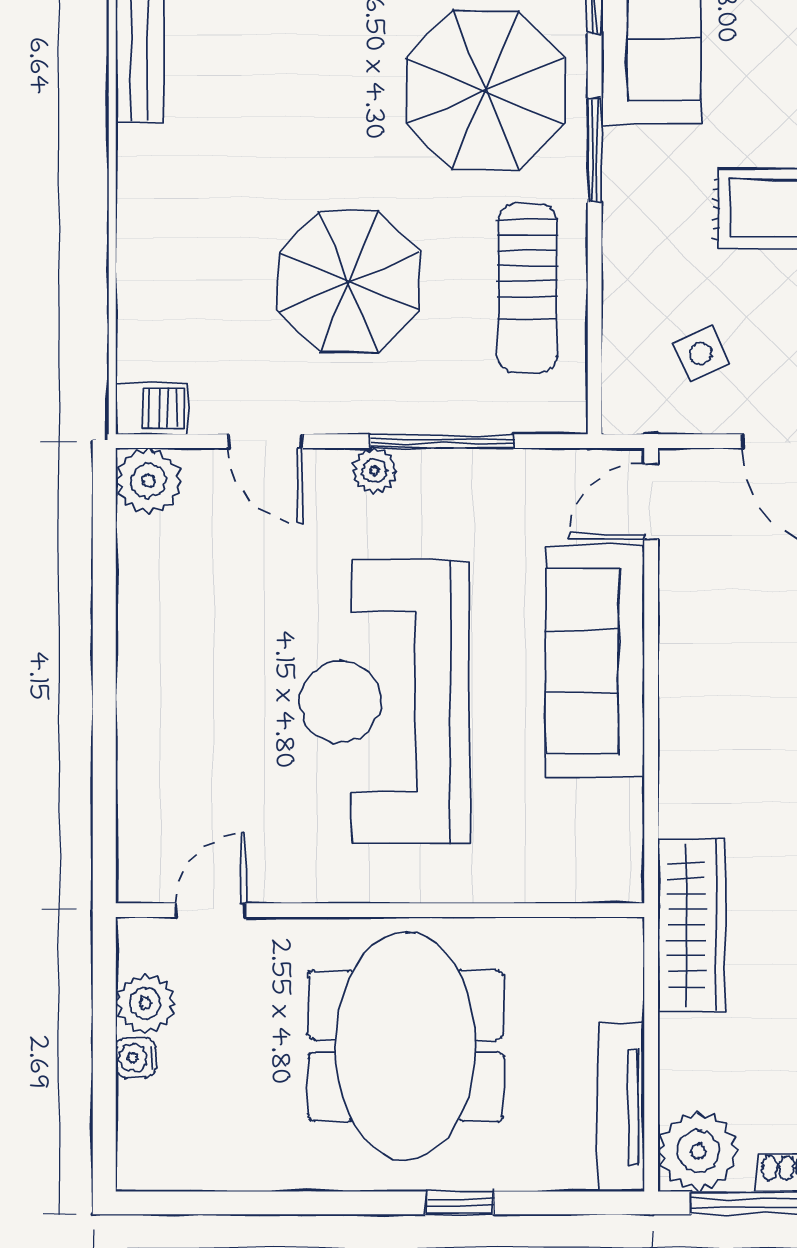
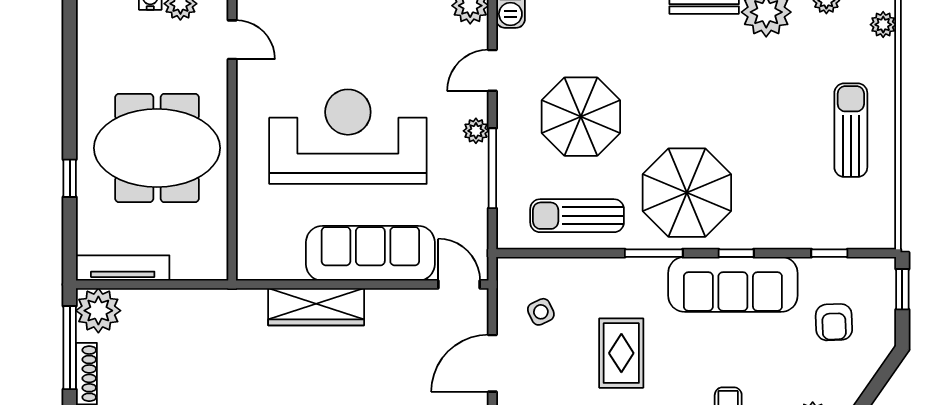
wardrobe: (691, 925) -> (316, 307), moved

